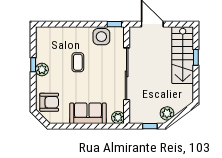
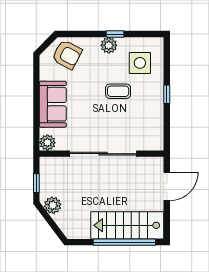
window: (114, 24) -> (167, 94), moved
side table: (101, 37) -> (140, 63), moved
window: (196, 57) -> (124, 242), width x3.17
armchair: (49, 102) -> (67, 55), turned -62

